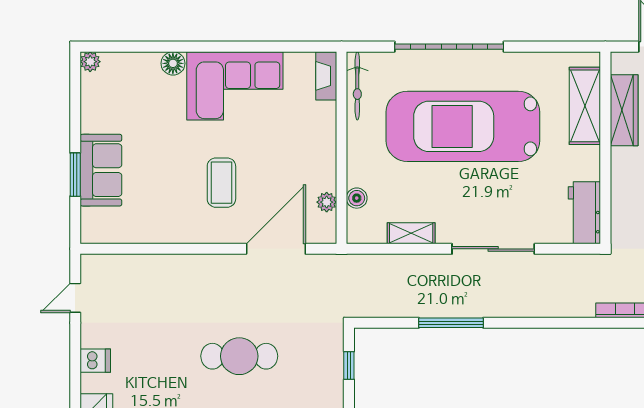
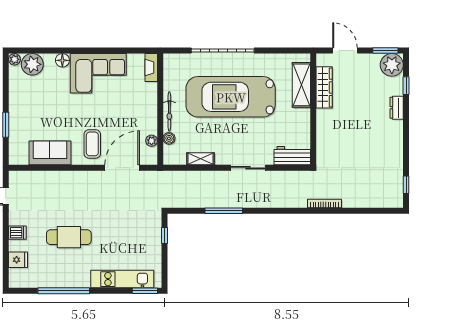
plant: (121, 70) -> (32, 64), added
bicycle: (357, 86) -> (169, 111), moved
sofa: (101, 170) -> (50, 153), moved, turned -90
coffee table: (221, 183) -> (92, 144), moved
workbench: (584, 213) -> (292, 156), moved, turned 90
sliding door: (493, 249) -> (248, 168), width x0.73
cafe table: (239, 356) -> (69, 237), moved

